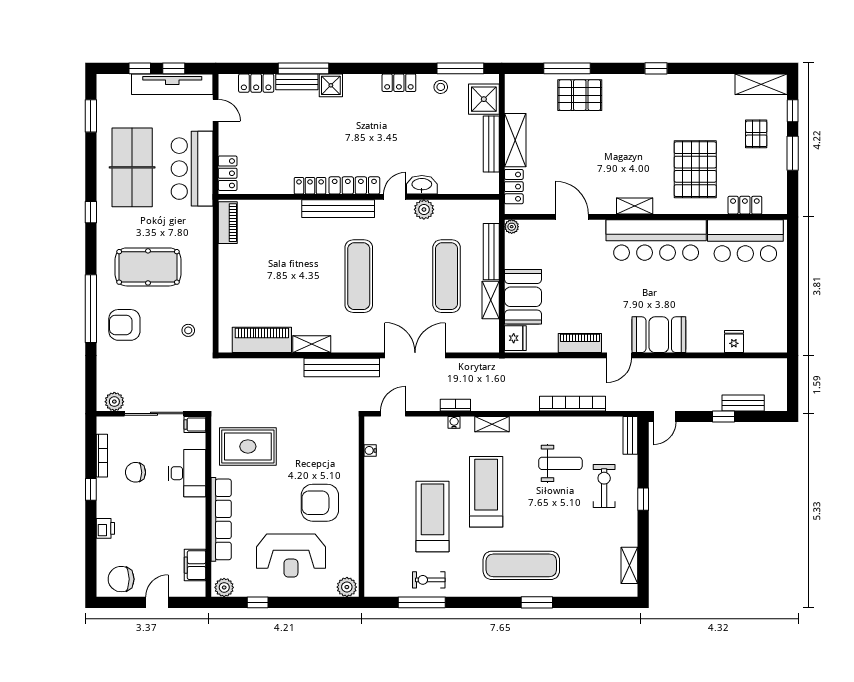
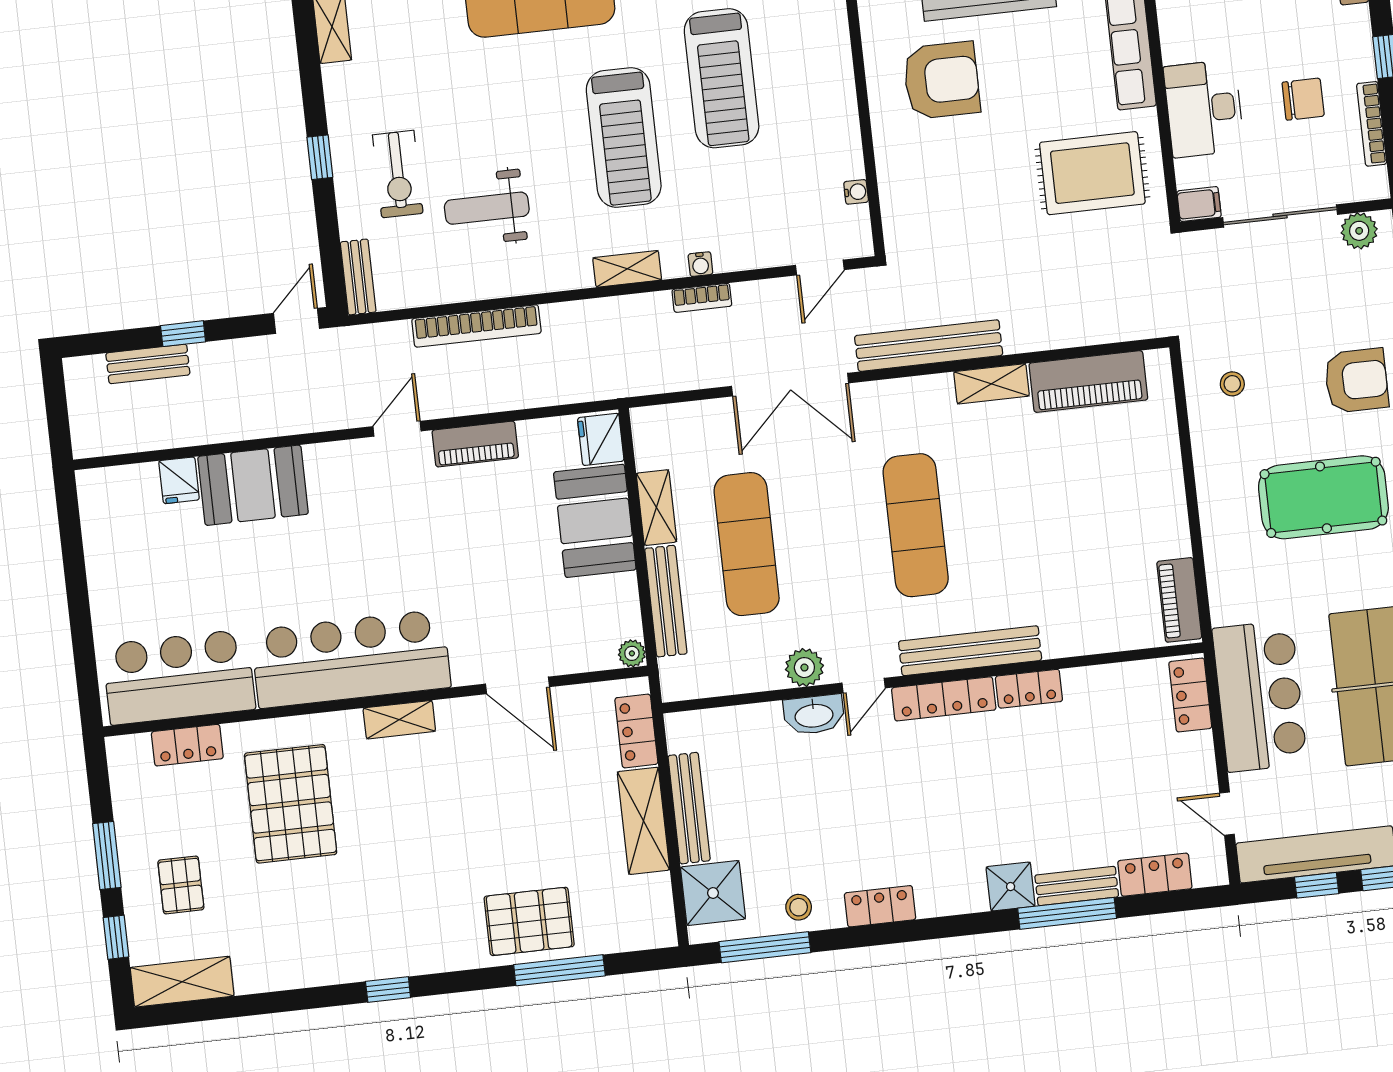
booth: (659, 335) -> (253, 485), moved

